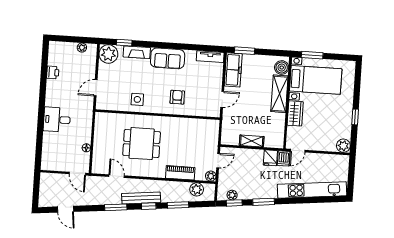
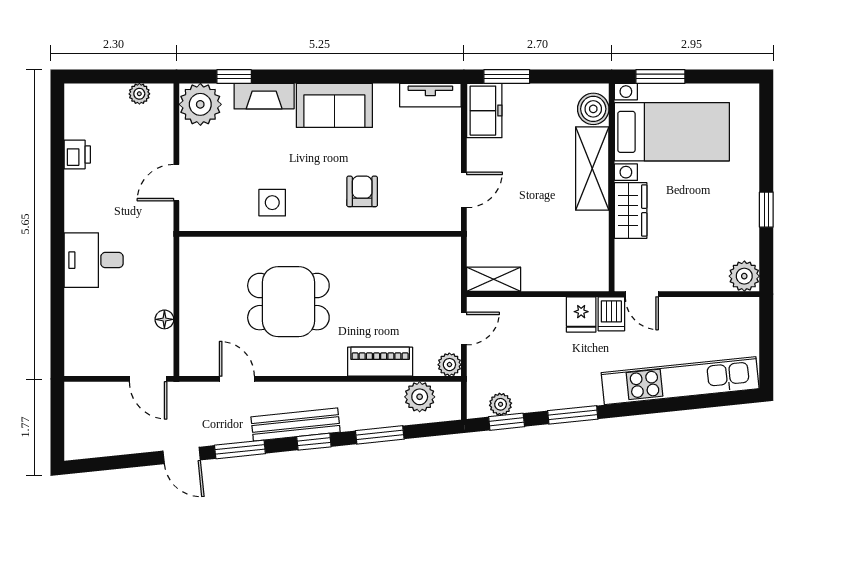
freezer: (233, 70) -> (484, 111), width x0.71
shelving: (252, 141) -> (494, 279), moved
door: (298, 151) -> (642, 294), hinge flipped
door: (65, 209) -> (182, 455), moved

